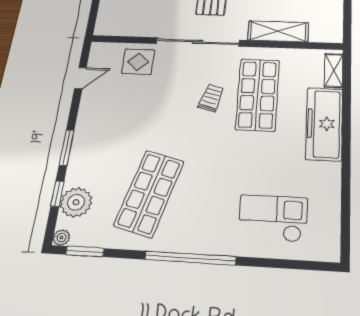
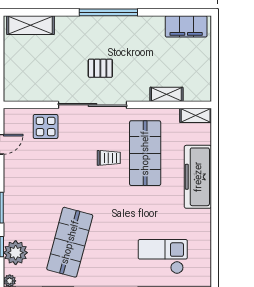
shelving: (278, 31) -> (166, 94), width x0.67, depth x0.75
shelving: (334, 70) -> (196, 115), moved, turned 90
trolley: (211, 98) -> (109, 158), turned 75

